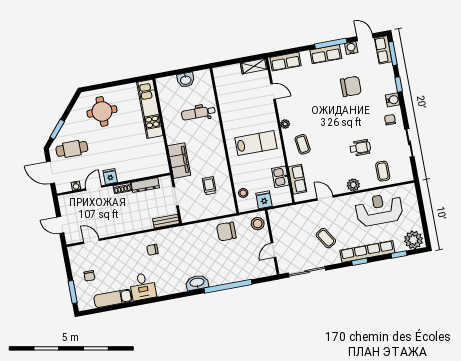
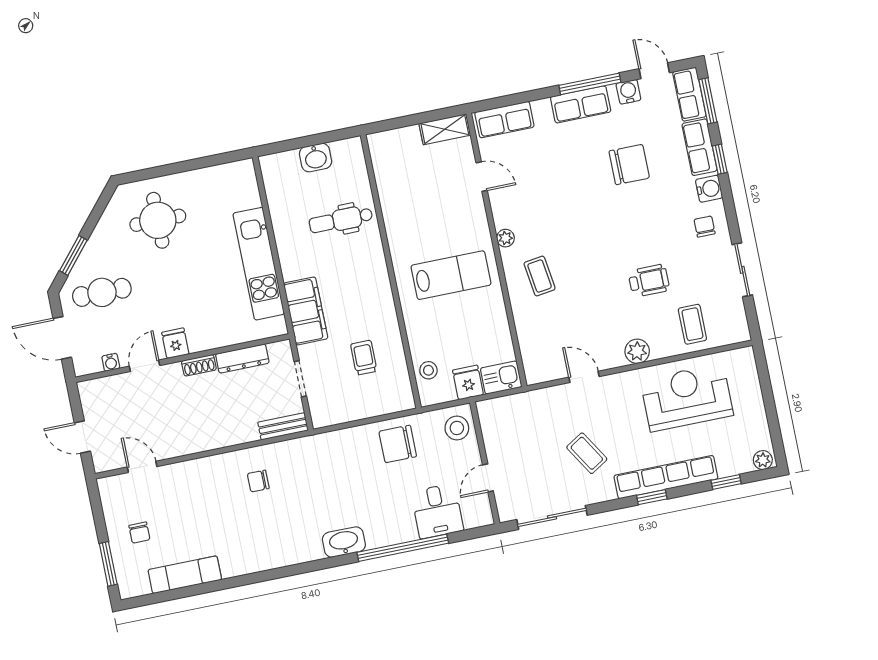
kitchen unit: (150, 109) -> (259, 264), moved
kitchen sink: (280, 177) -> (501, 378), moved, turned 90
row of seats: (297, 179) -> (699, 147), moved, turned 180
plant: (413, 240) -> (763, 460), width x0.53, depth x0.53
desk: (143, 286) -> (437, 511), moved

